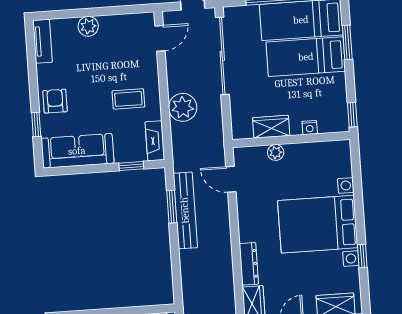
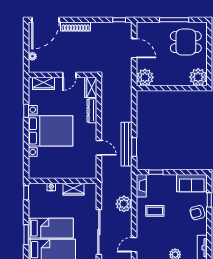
armchair: (55, 101) -> (197, 213), turned 74
sofa: (77, 151) -> (192, 183), width x0.73
plant: (276, 152) -> (72, 174), removed
door: (231, 179) -> (99, 148), moved

